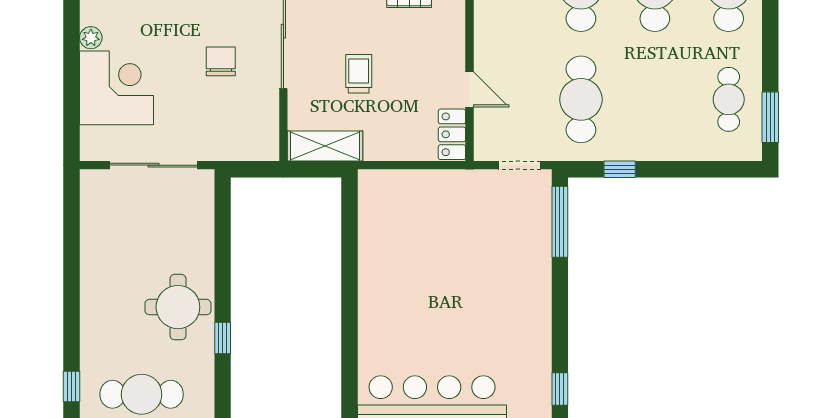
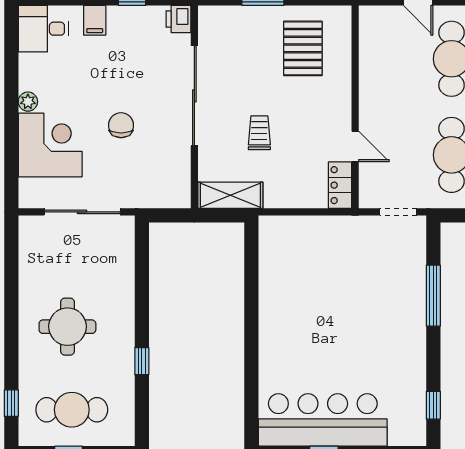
chair: (221, 61) -> (121, 125), moved
window: (560, 222) -> (433, 296), moved
round table: (178, 307) -> (67, 327), moved

